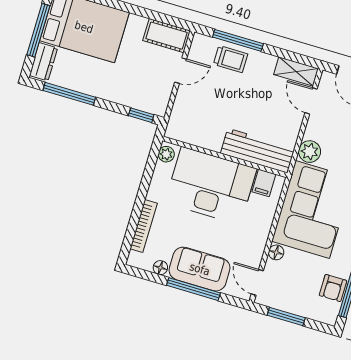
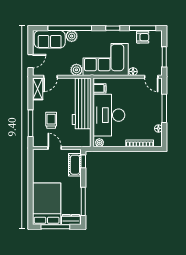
cot: (167, 36) -> (75, 165), moved
trolley: (231, 59) -> (51, 120), moved
workbench: (258, 151) -> (82, 103), width x1.36, depth x1.32
sofa: (200, 269) -> (153, 108), removed
door: (257, 282) -> (151, 77), hinge flipped

